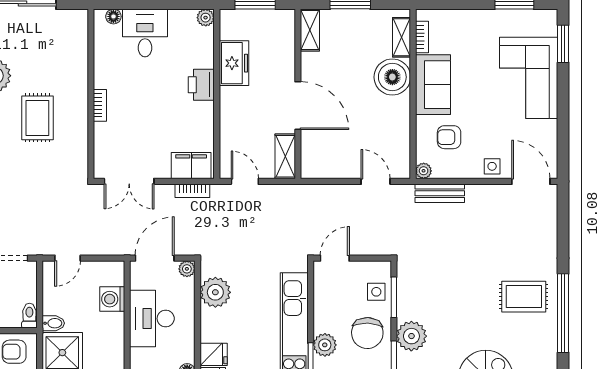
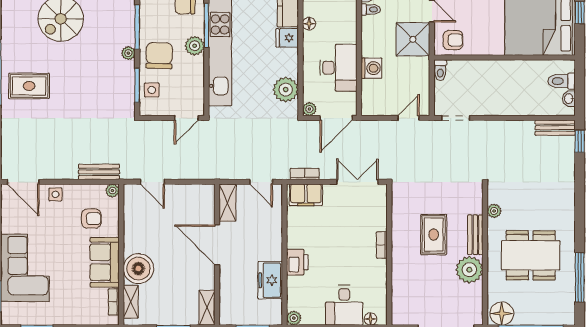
washing machine: (112, 299) -> (371, 68), moved
bidet: (53, 323) -> (420, 64), removed
plant: (411, 336) -> (128, 53), width x0.53, depth x0.53

